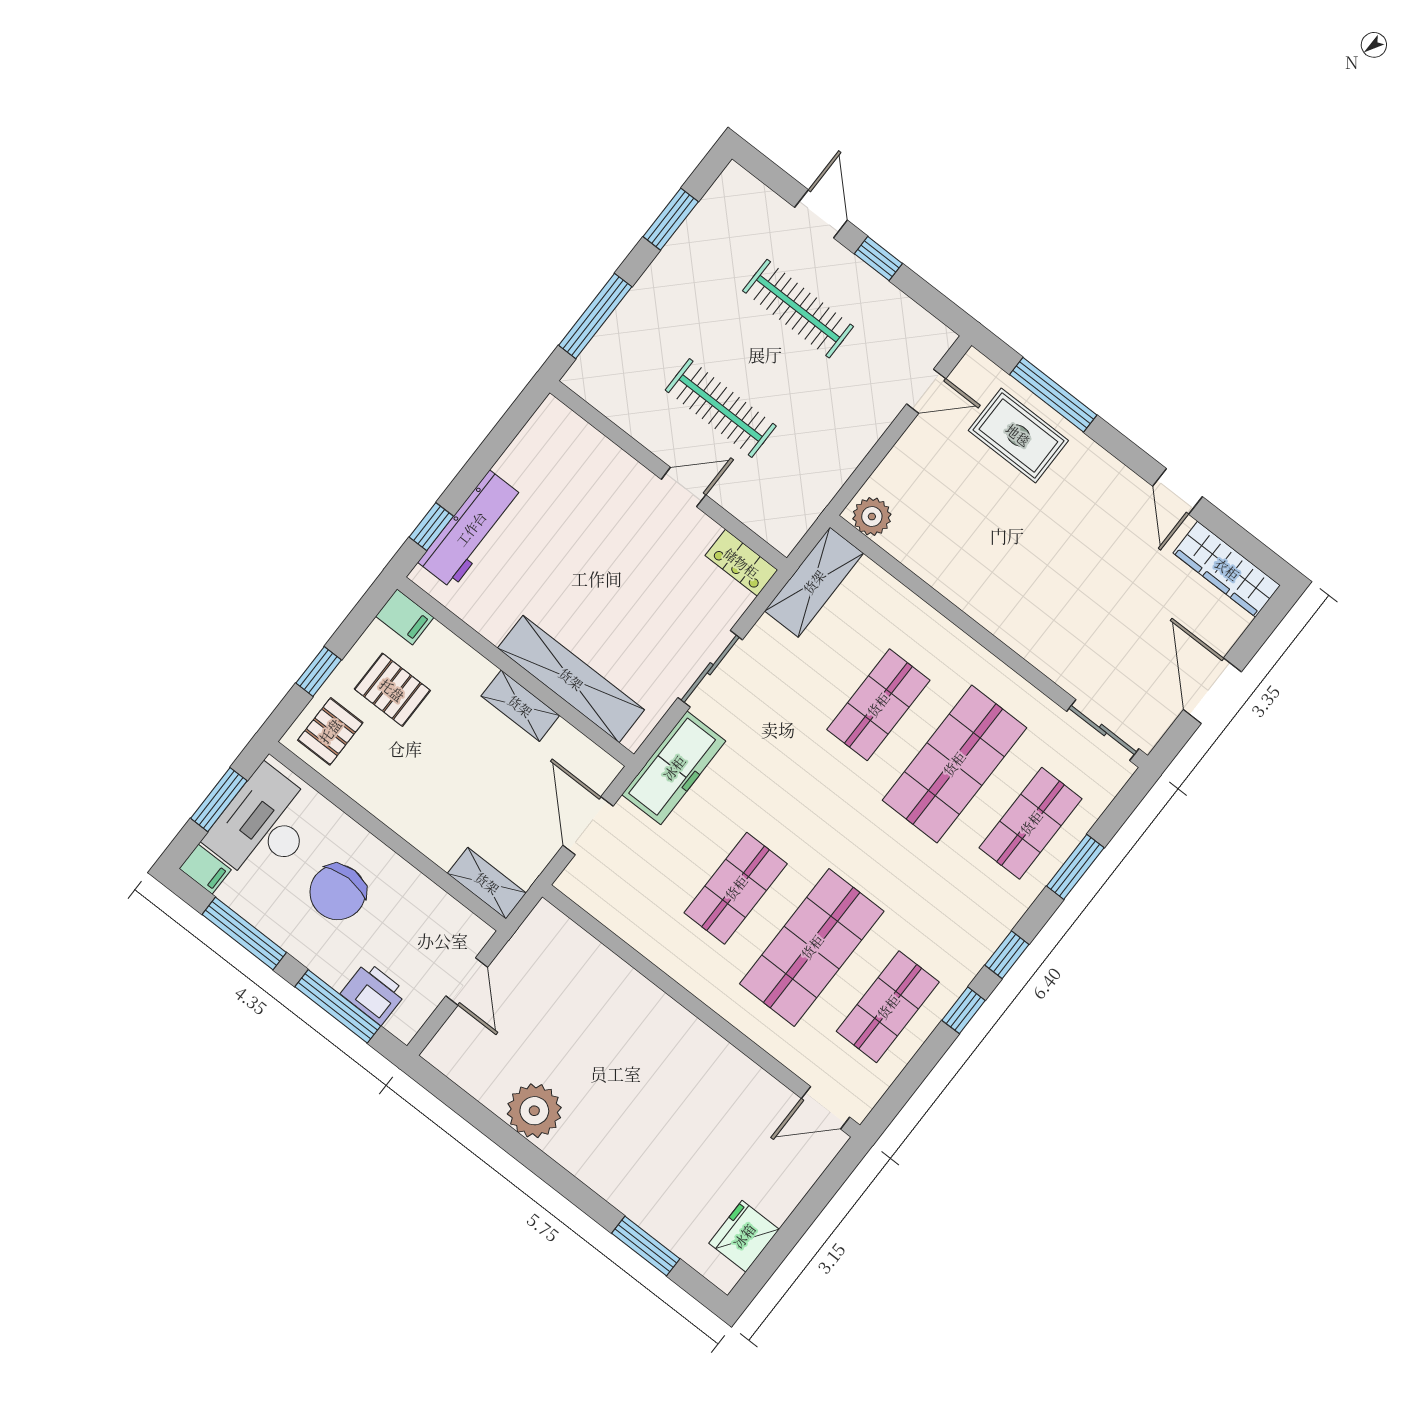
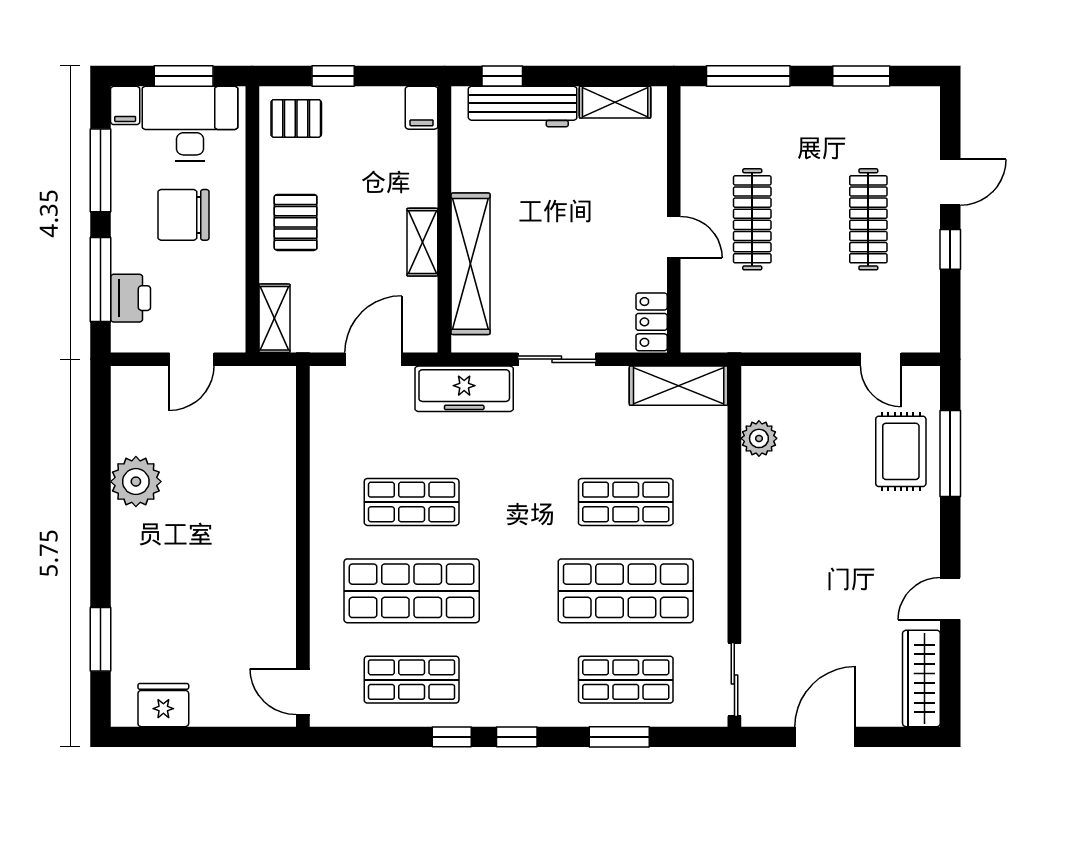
shelving: (529, 447) -> (615, 102), added
plant: (872, 517) -> (759, 438), moved
pallet: (392, 690) -> (296, 222), moved

